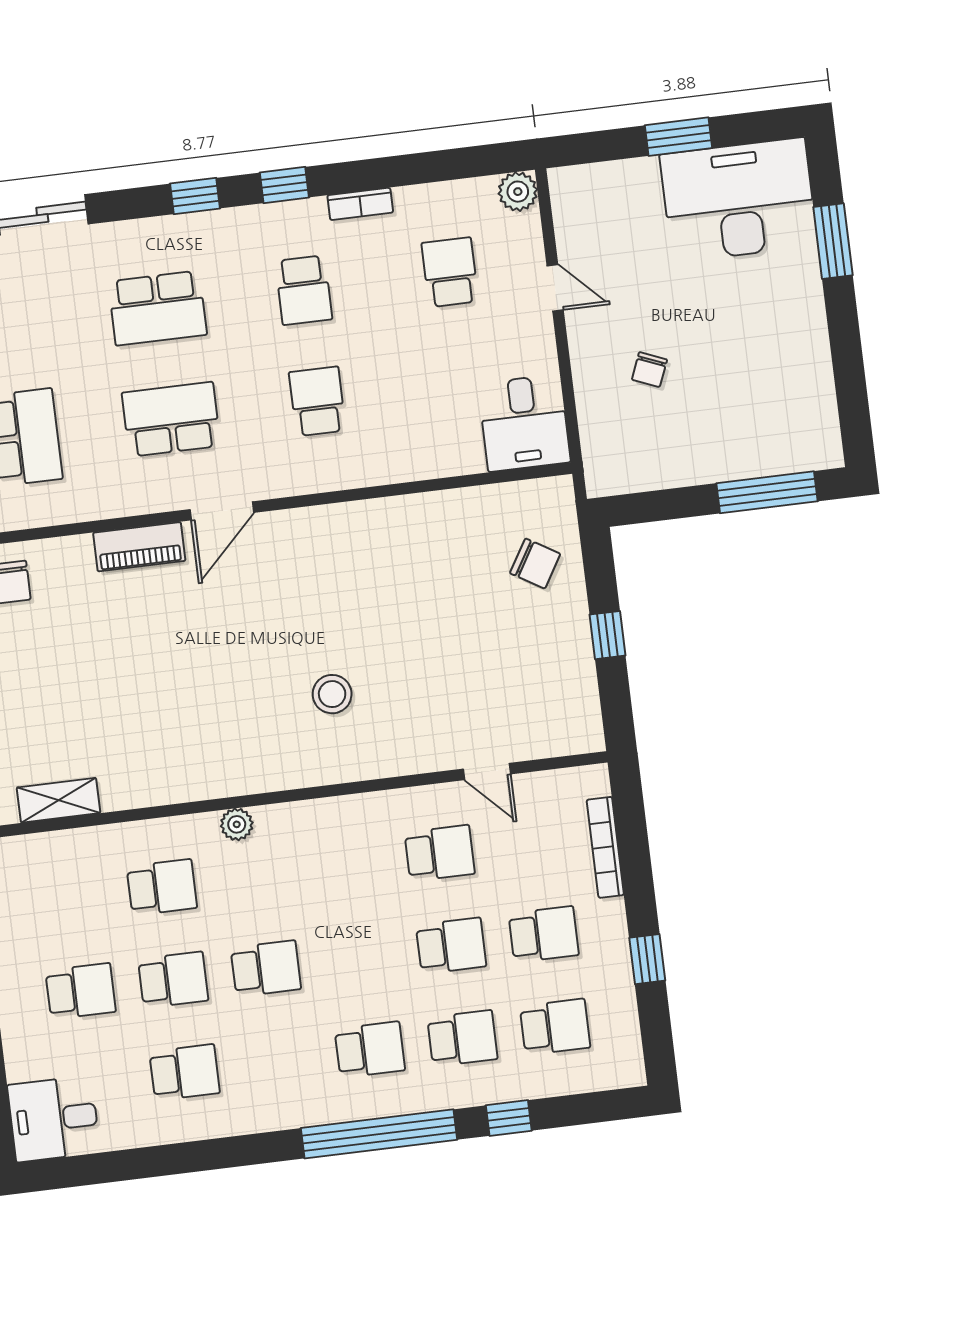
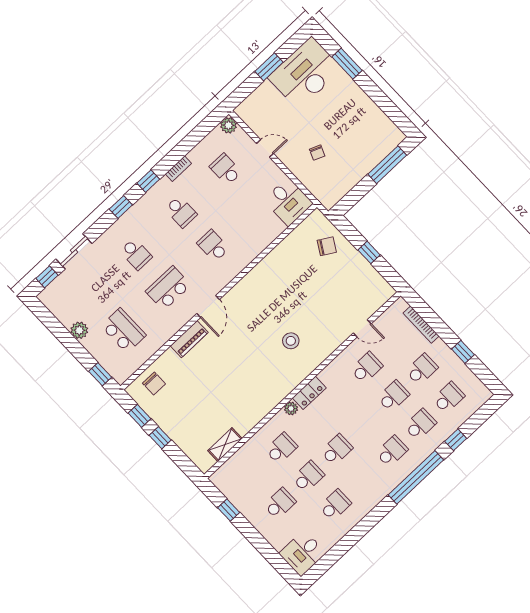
school desk: (158, 308) -> (136, 254), width x0.54
locker: (294, 820) -> (309, 393), added

